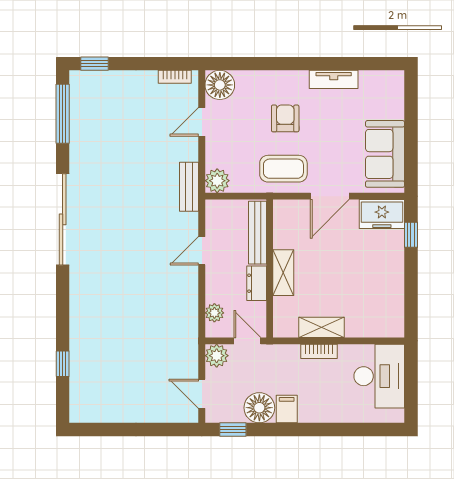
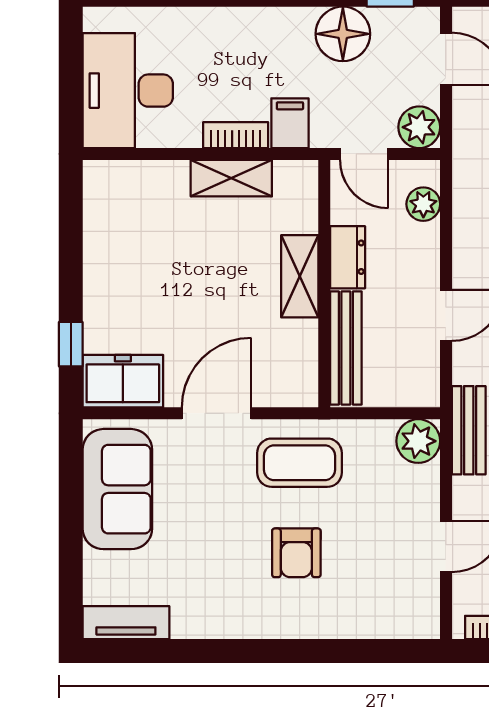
tv unit: (334, 79) -> (126, 623), moved
floor lamp: (220, 85) -> (414, 613), removed
filing cabinet: (287, 409) -> (290, 123), moved, turned 180

